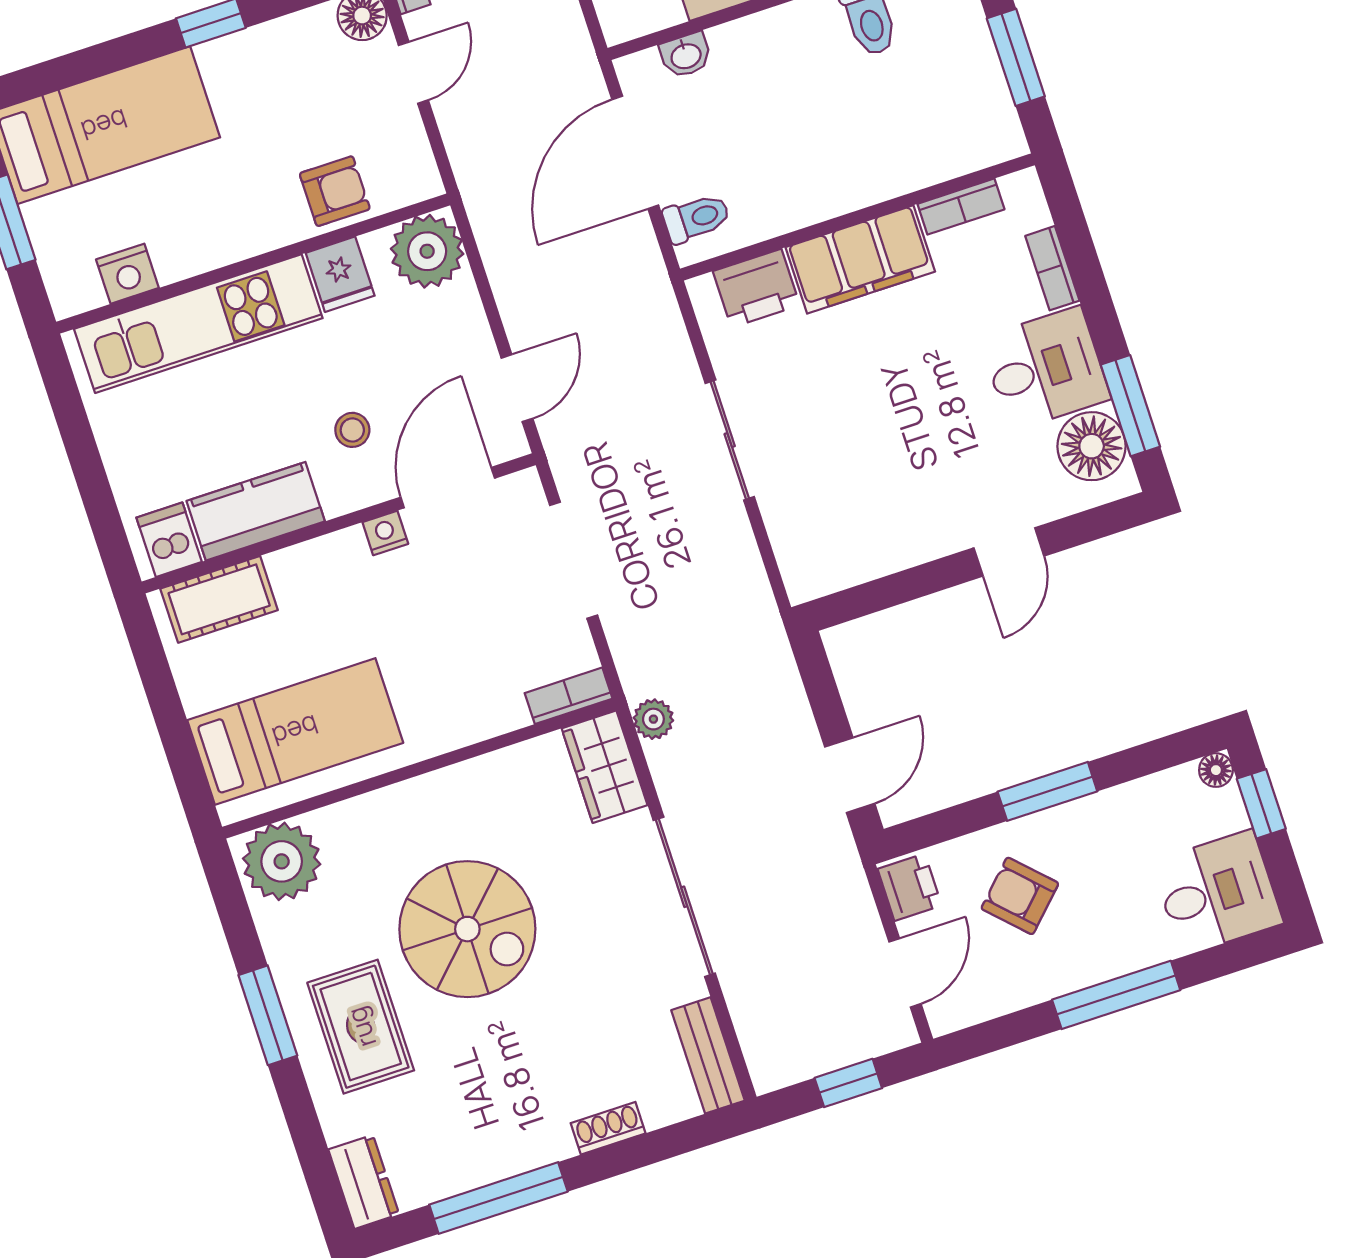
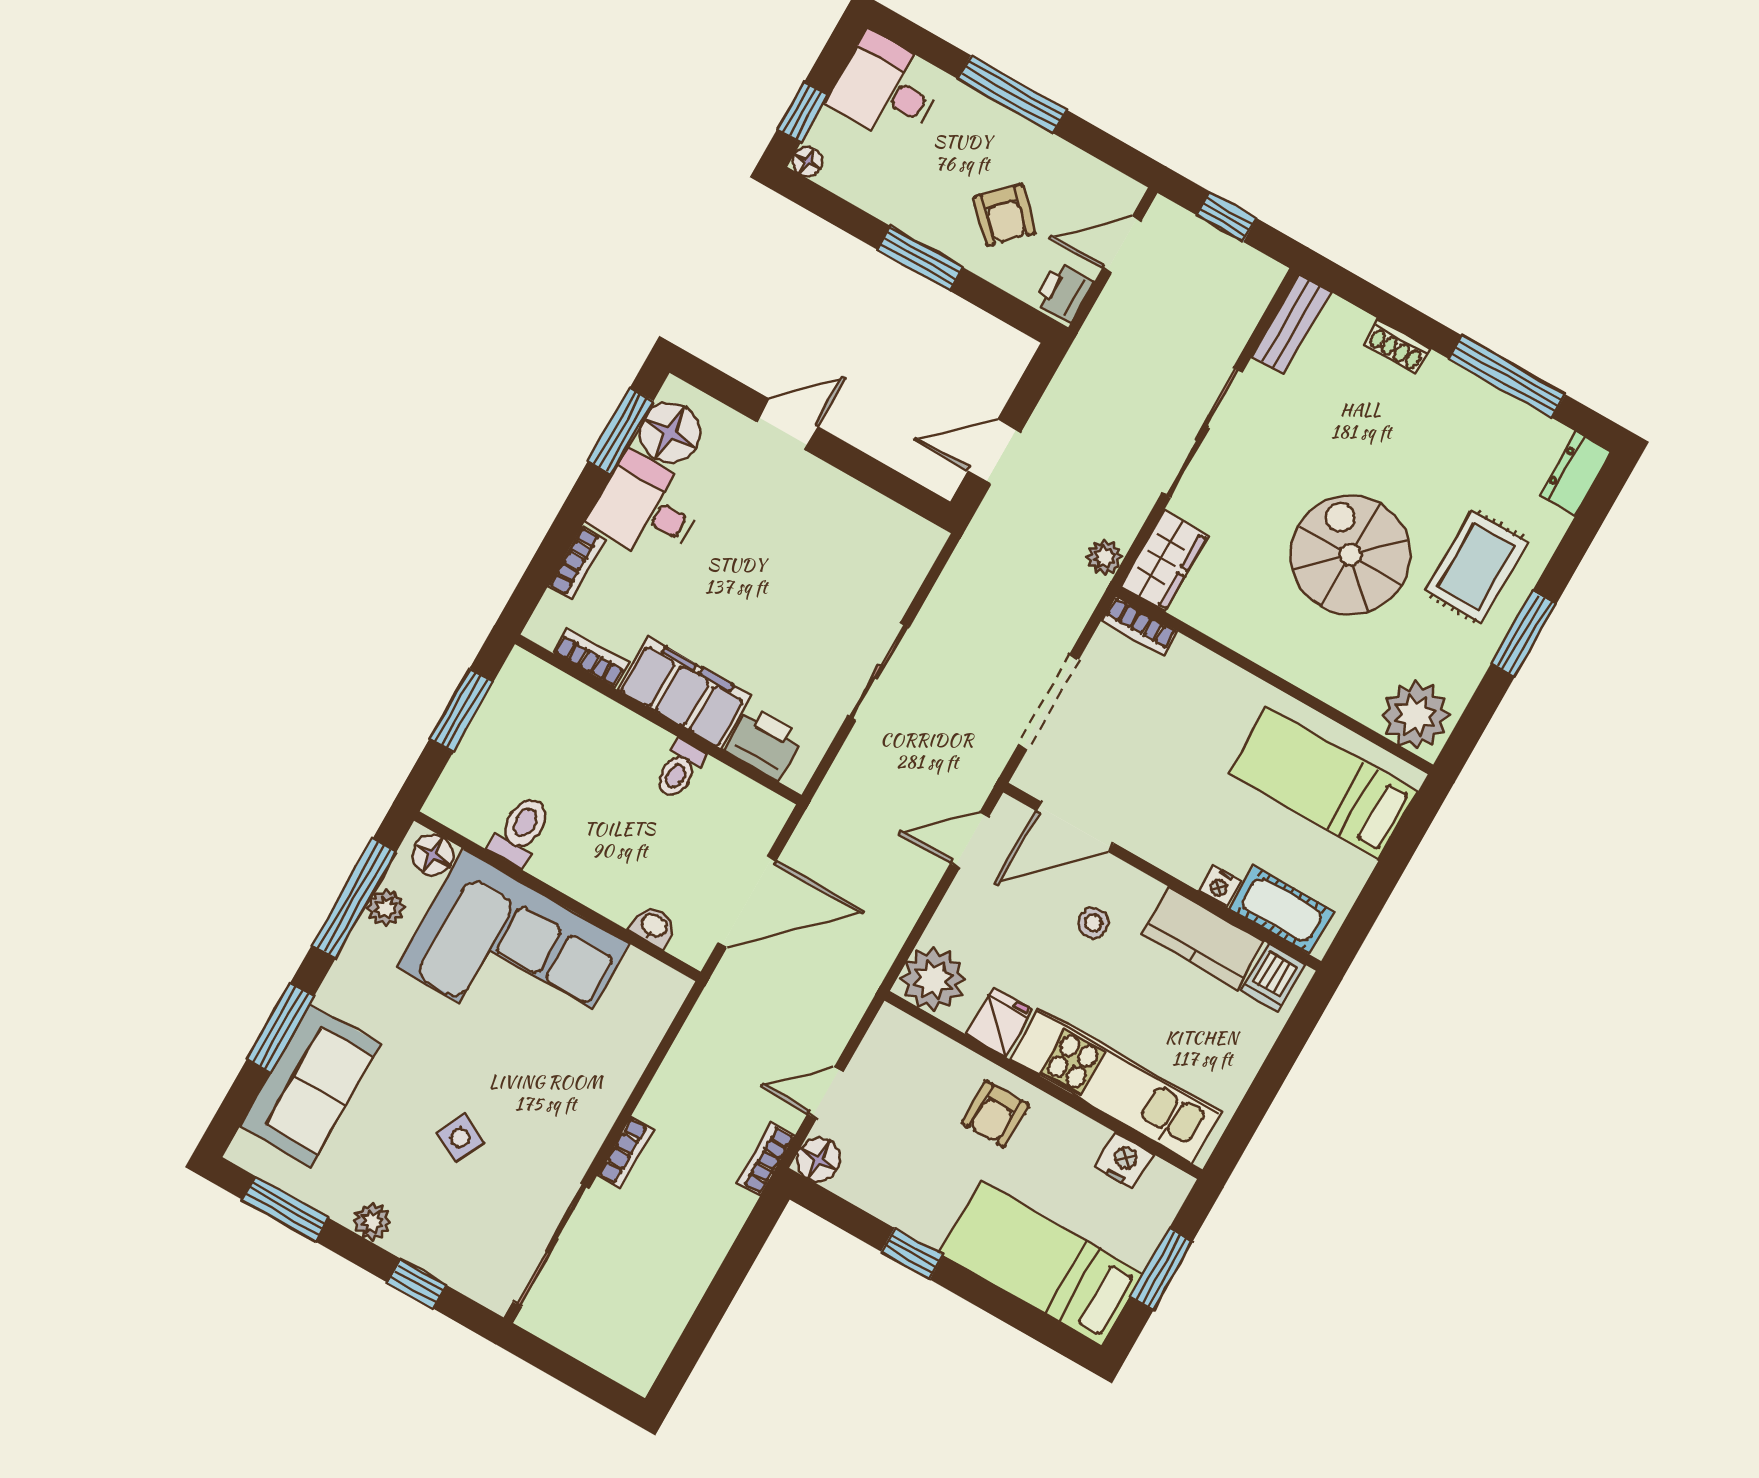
armchair: (335, 191) -> (995, 1114), moved, turned -90
toilet: (696, 218) -> (679, 769), moved, turned -90
nightstand: (385, 533) -> (1220, 886), moved
door: (850, 775) -> (995, 451), moved

